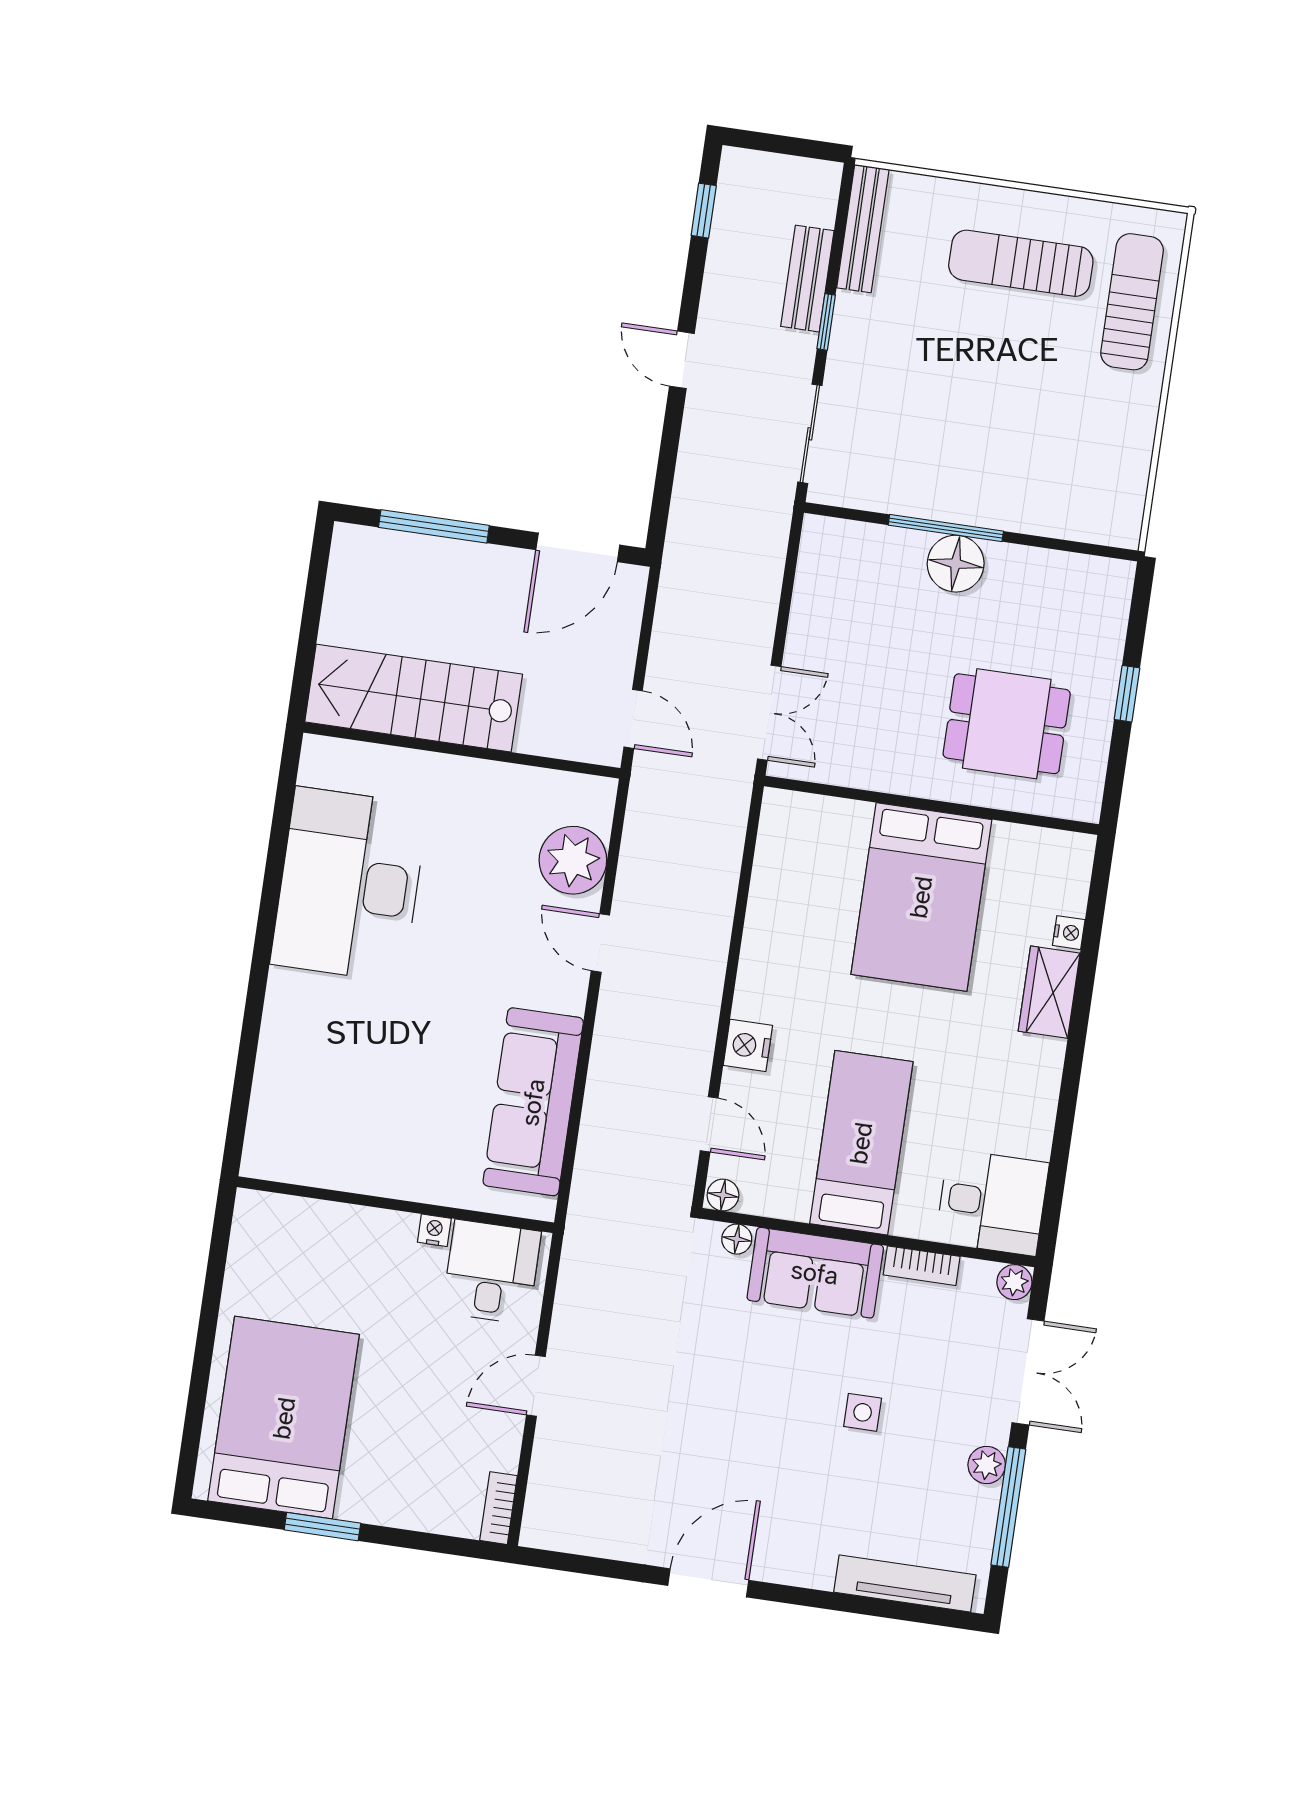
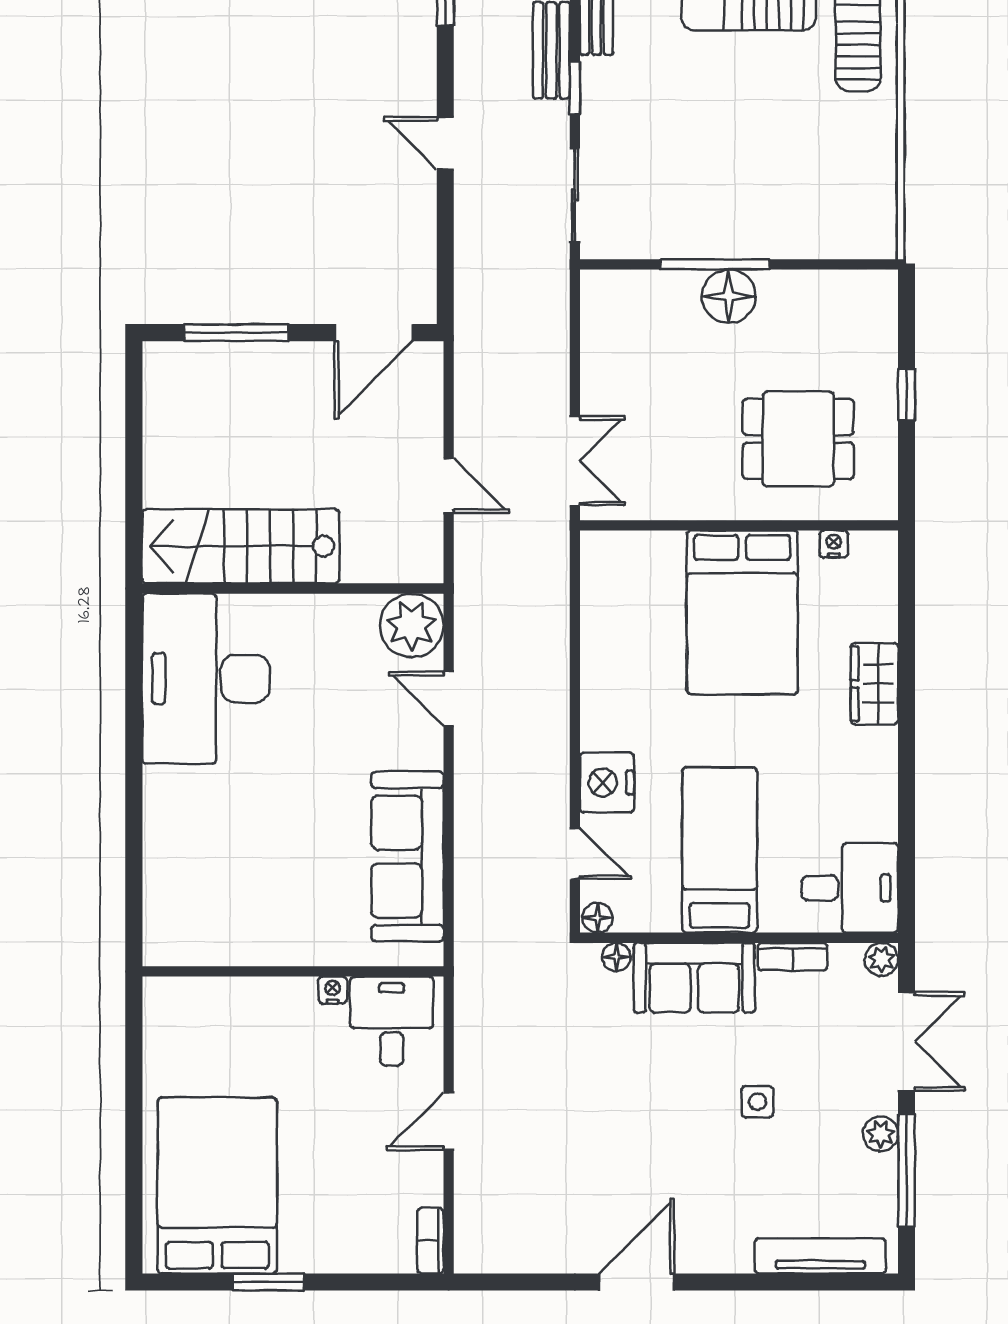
stairs: (414, 698) -> (241, 546), moved
wall: (462, 750) -> (293, 588), moved
nightstand: (1069, 933) -> (834, 544), moved, turned -90
nightstand: (748, 1045) -> (607, 782), width x1.36, depth x1.33

